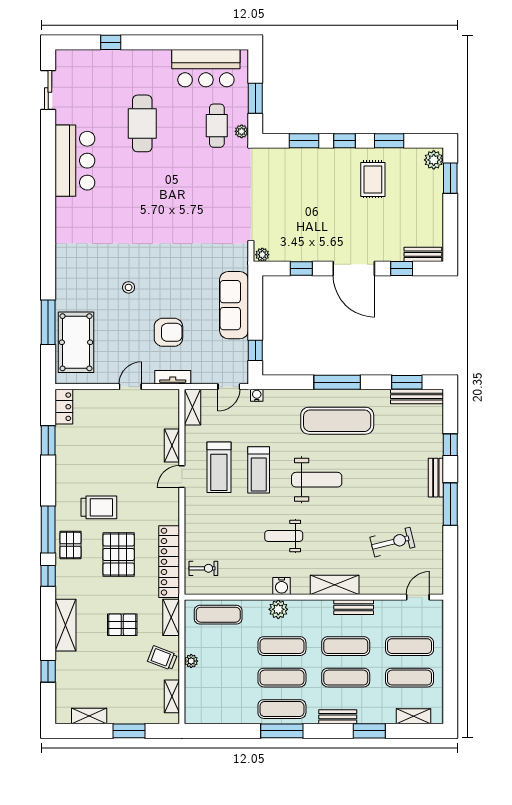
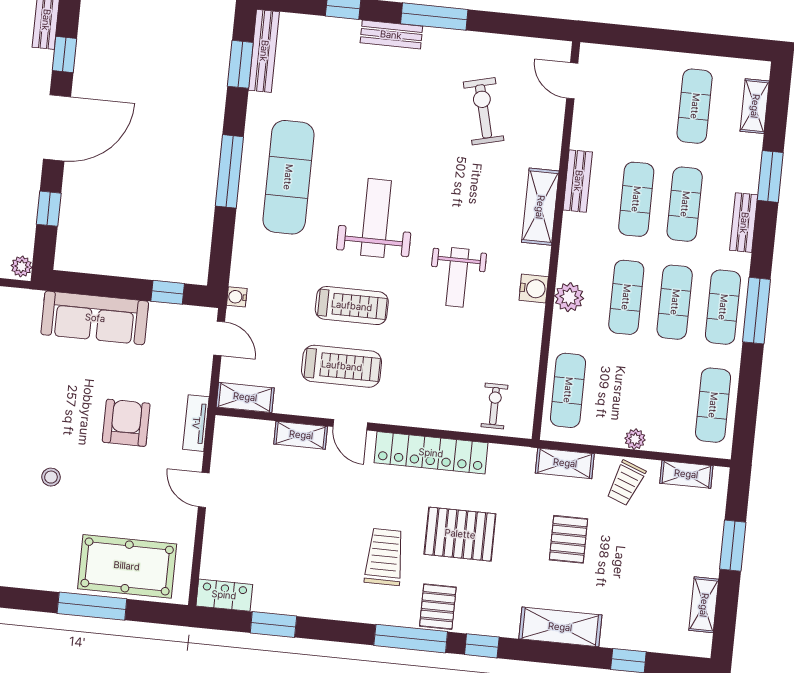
pallet: (70, 545) -> (438, 607), turned 90
locker: (169, 562) -> (431, 453), moved
exercise mat: (410, 646) -> (713, 405), moved

